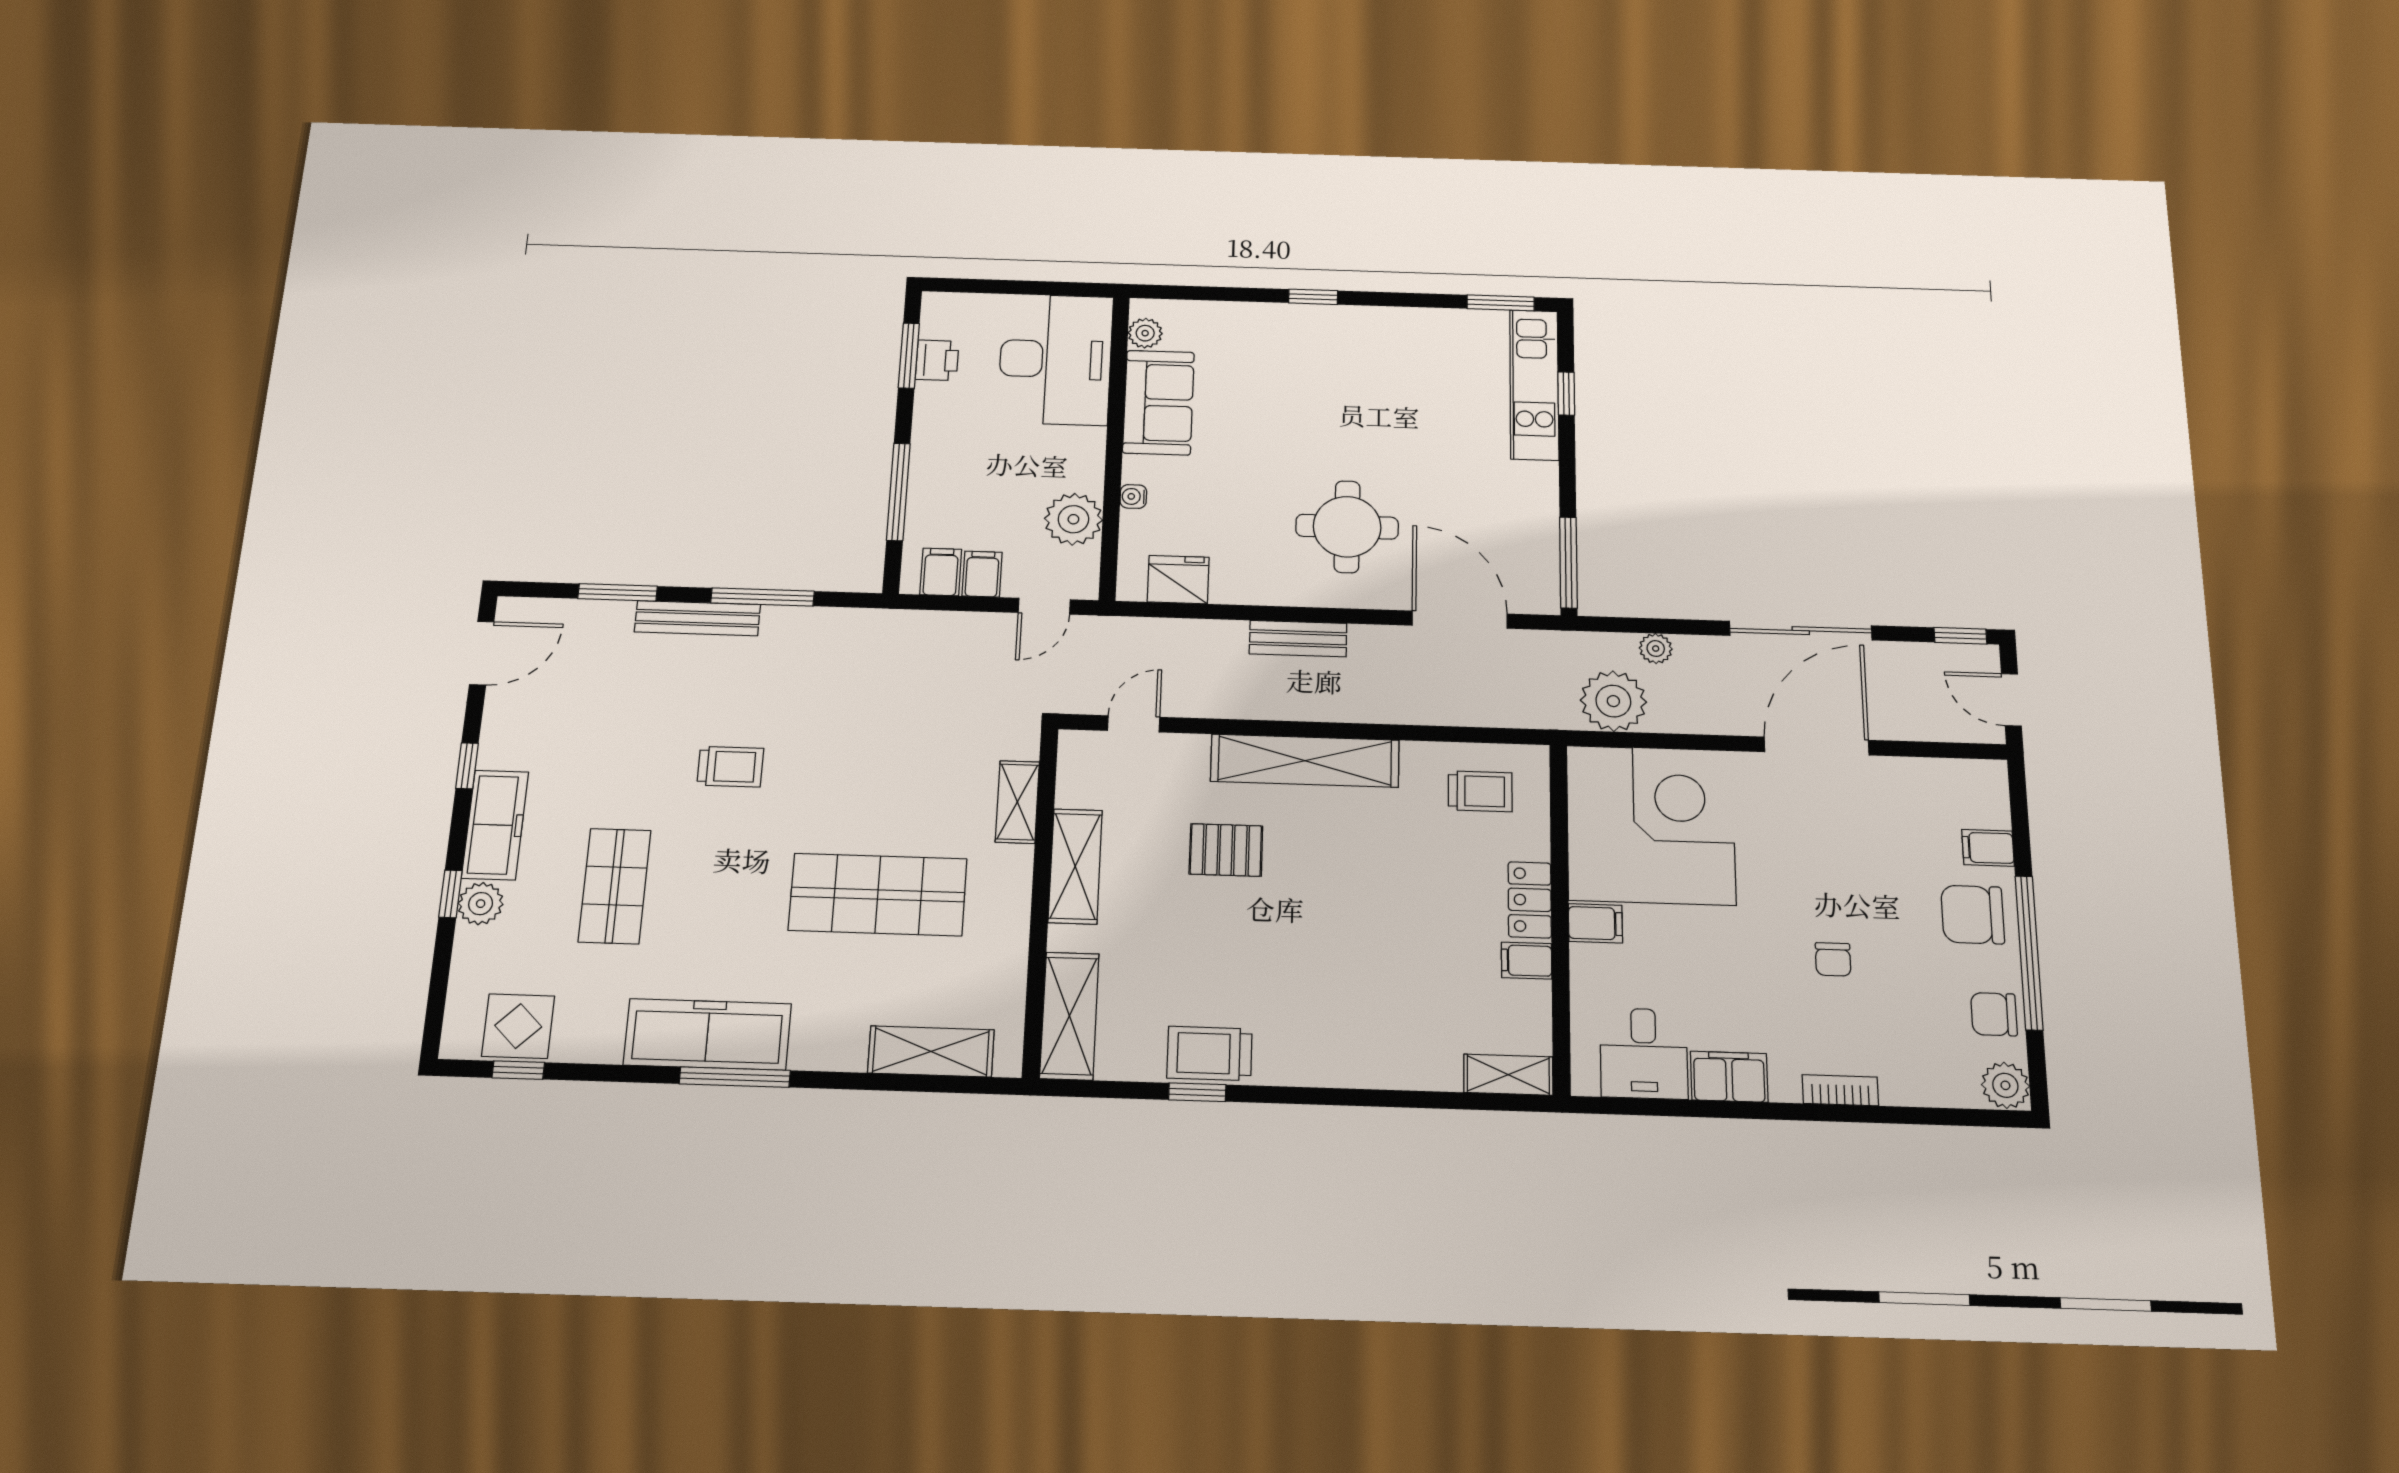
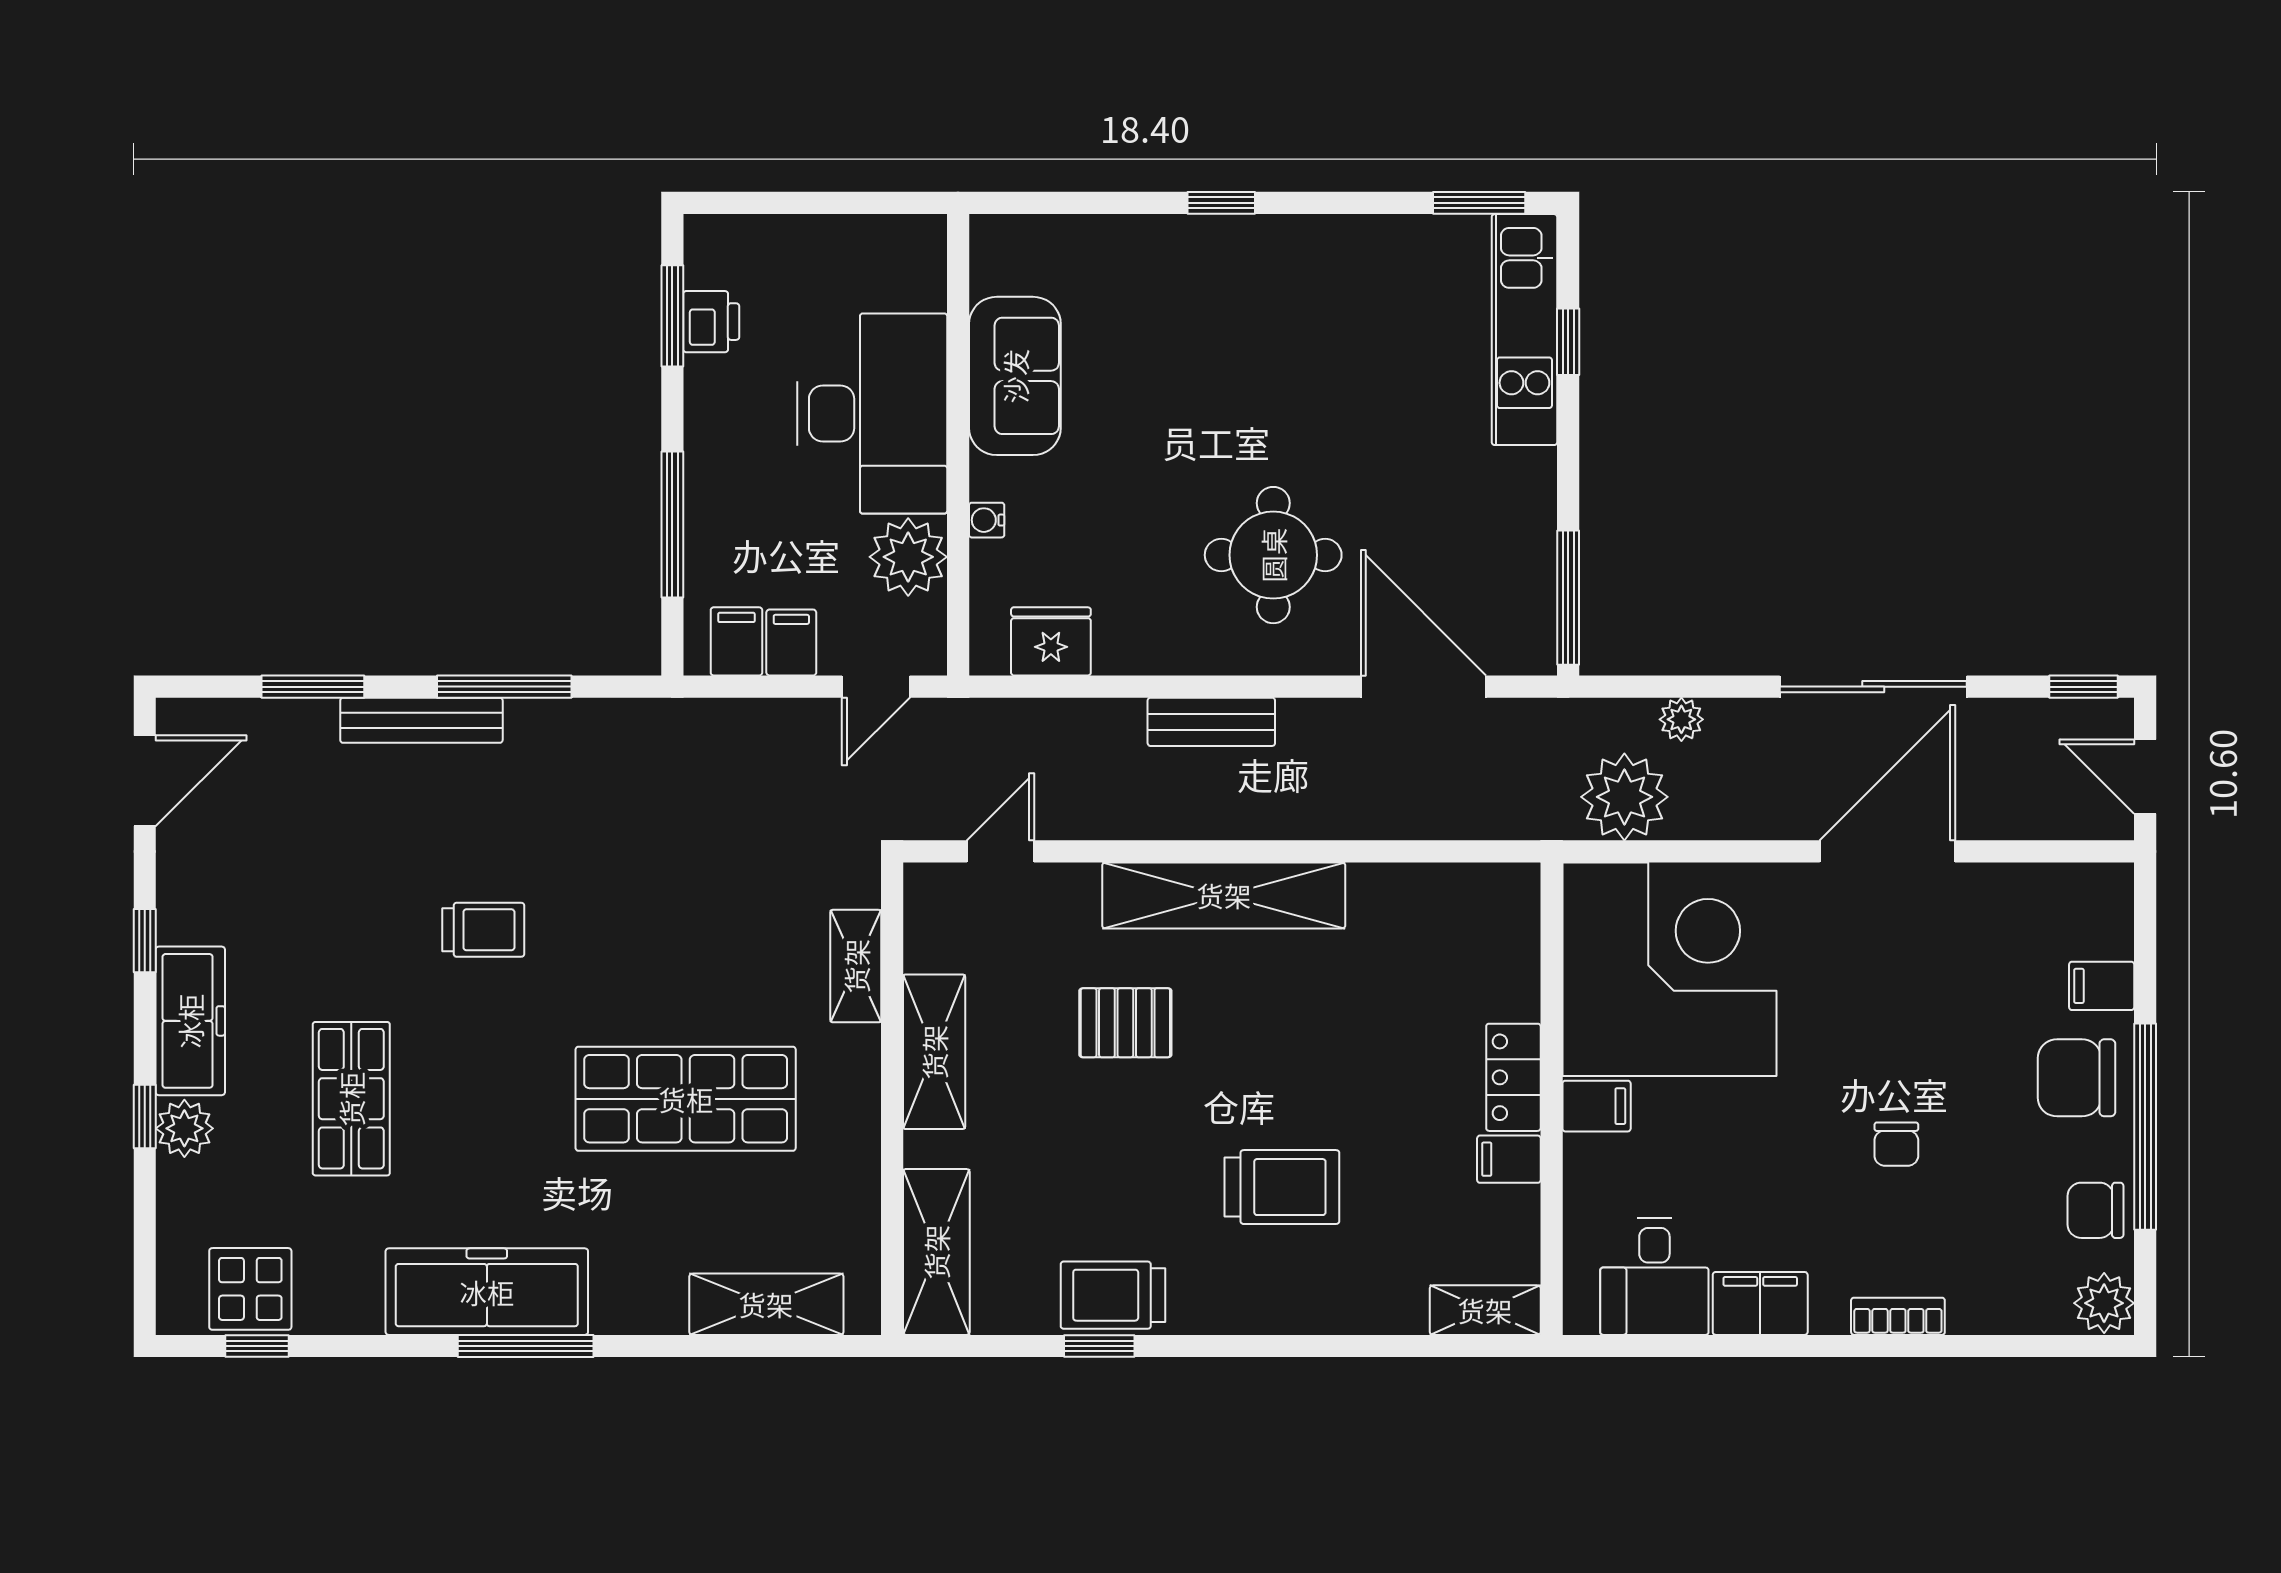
plant: (1145, 333) -> (993, 269), removed
desk: (1055, 359) -> (872, 414), moved
trolley: (1480, 791) -> (1282, 1187), moved, width x1.36, depth x1.39

